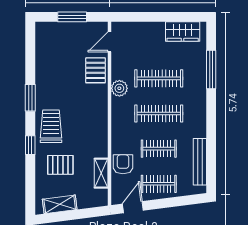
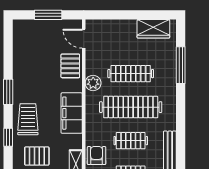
door: (110, 42) -> (84, 39), hinge flipped
clothes rail: (159, 114) -> (131, 107), width x1.37, depth x1.31
filing cabinet: (97, 120) -> (72, 113), added

